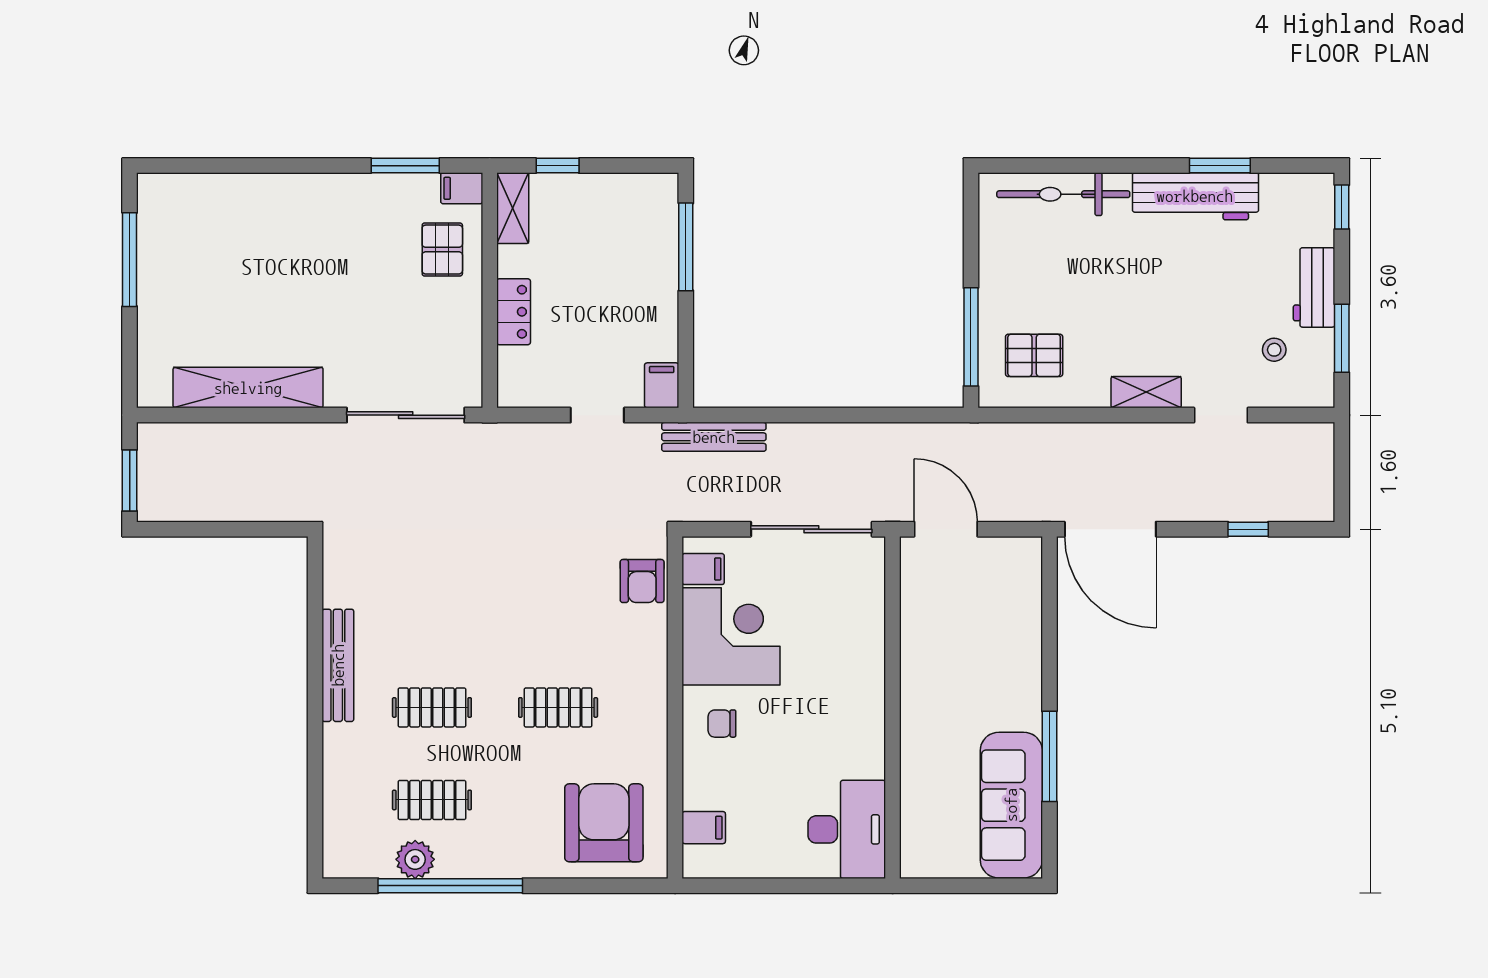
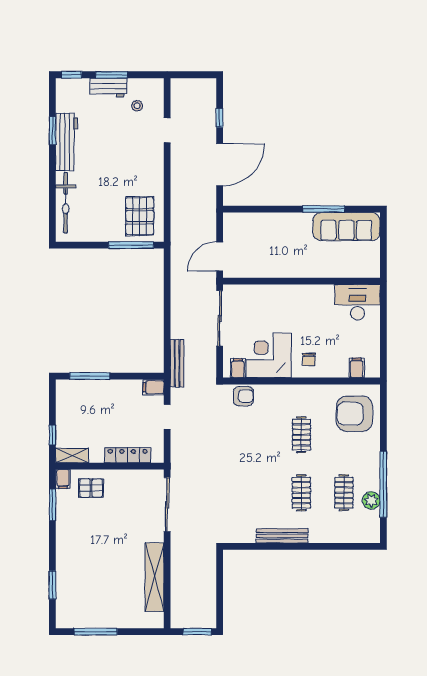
window: (231, 166) -> (52, 585), added
locker: (514, 312) -> (128, 455), width x1.53
window: (1342, 338) -> (111, 75), moved
pallet: (1034, 355) -> (140, 216), width x1.50, depth x1.42
shelving: (1146, 392) -> (157, 165), removed
door: (1110, 529) -> (220, 165), moved

